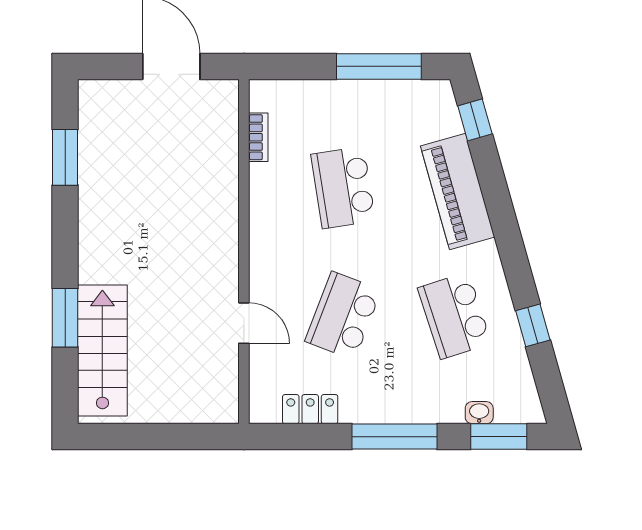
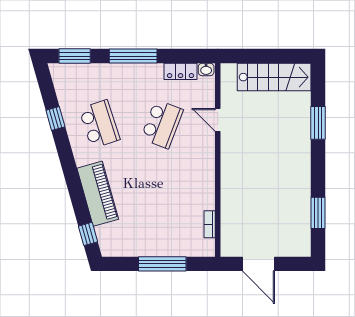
window: (379, 66) -> (162, 264), moved
school desk: (343, 187) -> (162, 196), removed
stairs: (102, 350) -> (274, 77), moved, turned -90
washbasin: (479, 413) -> (206, 69), moved

